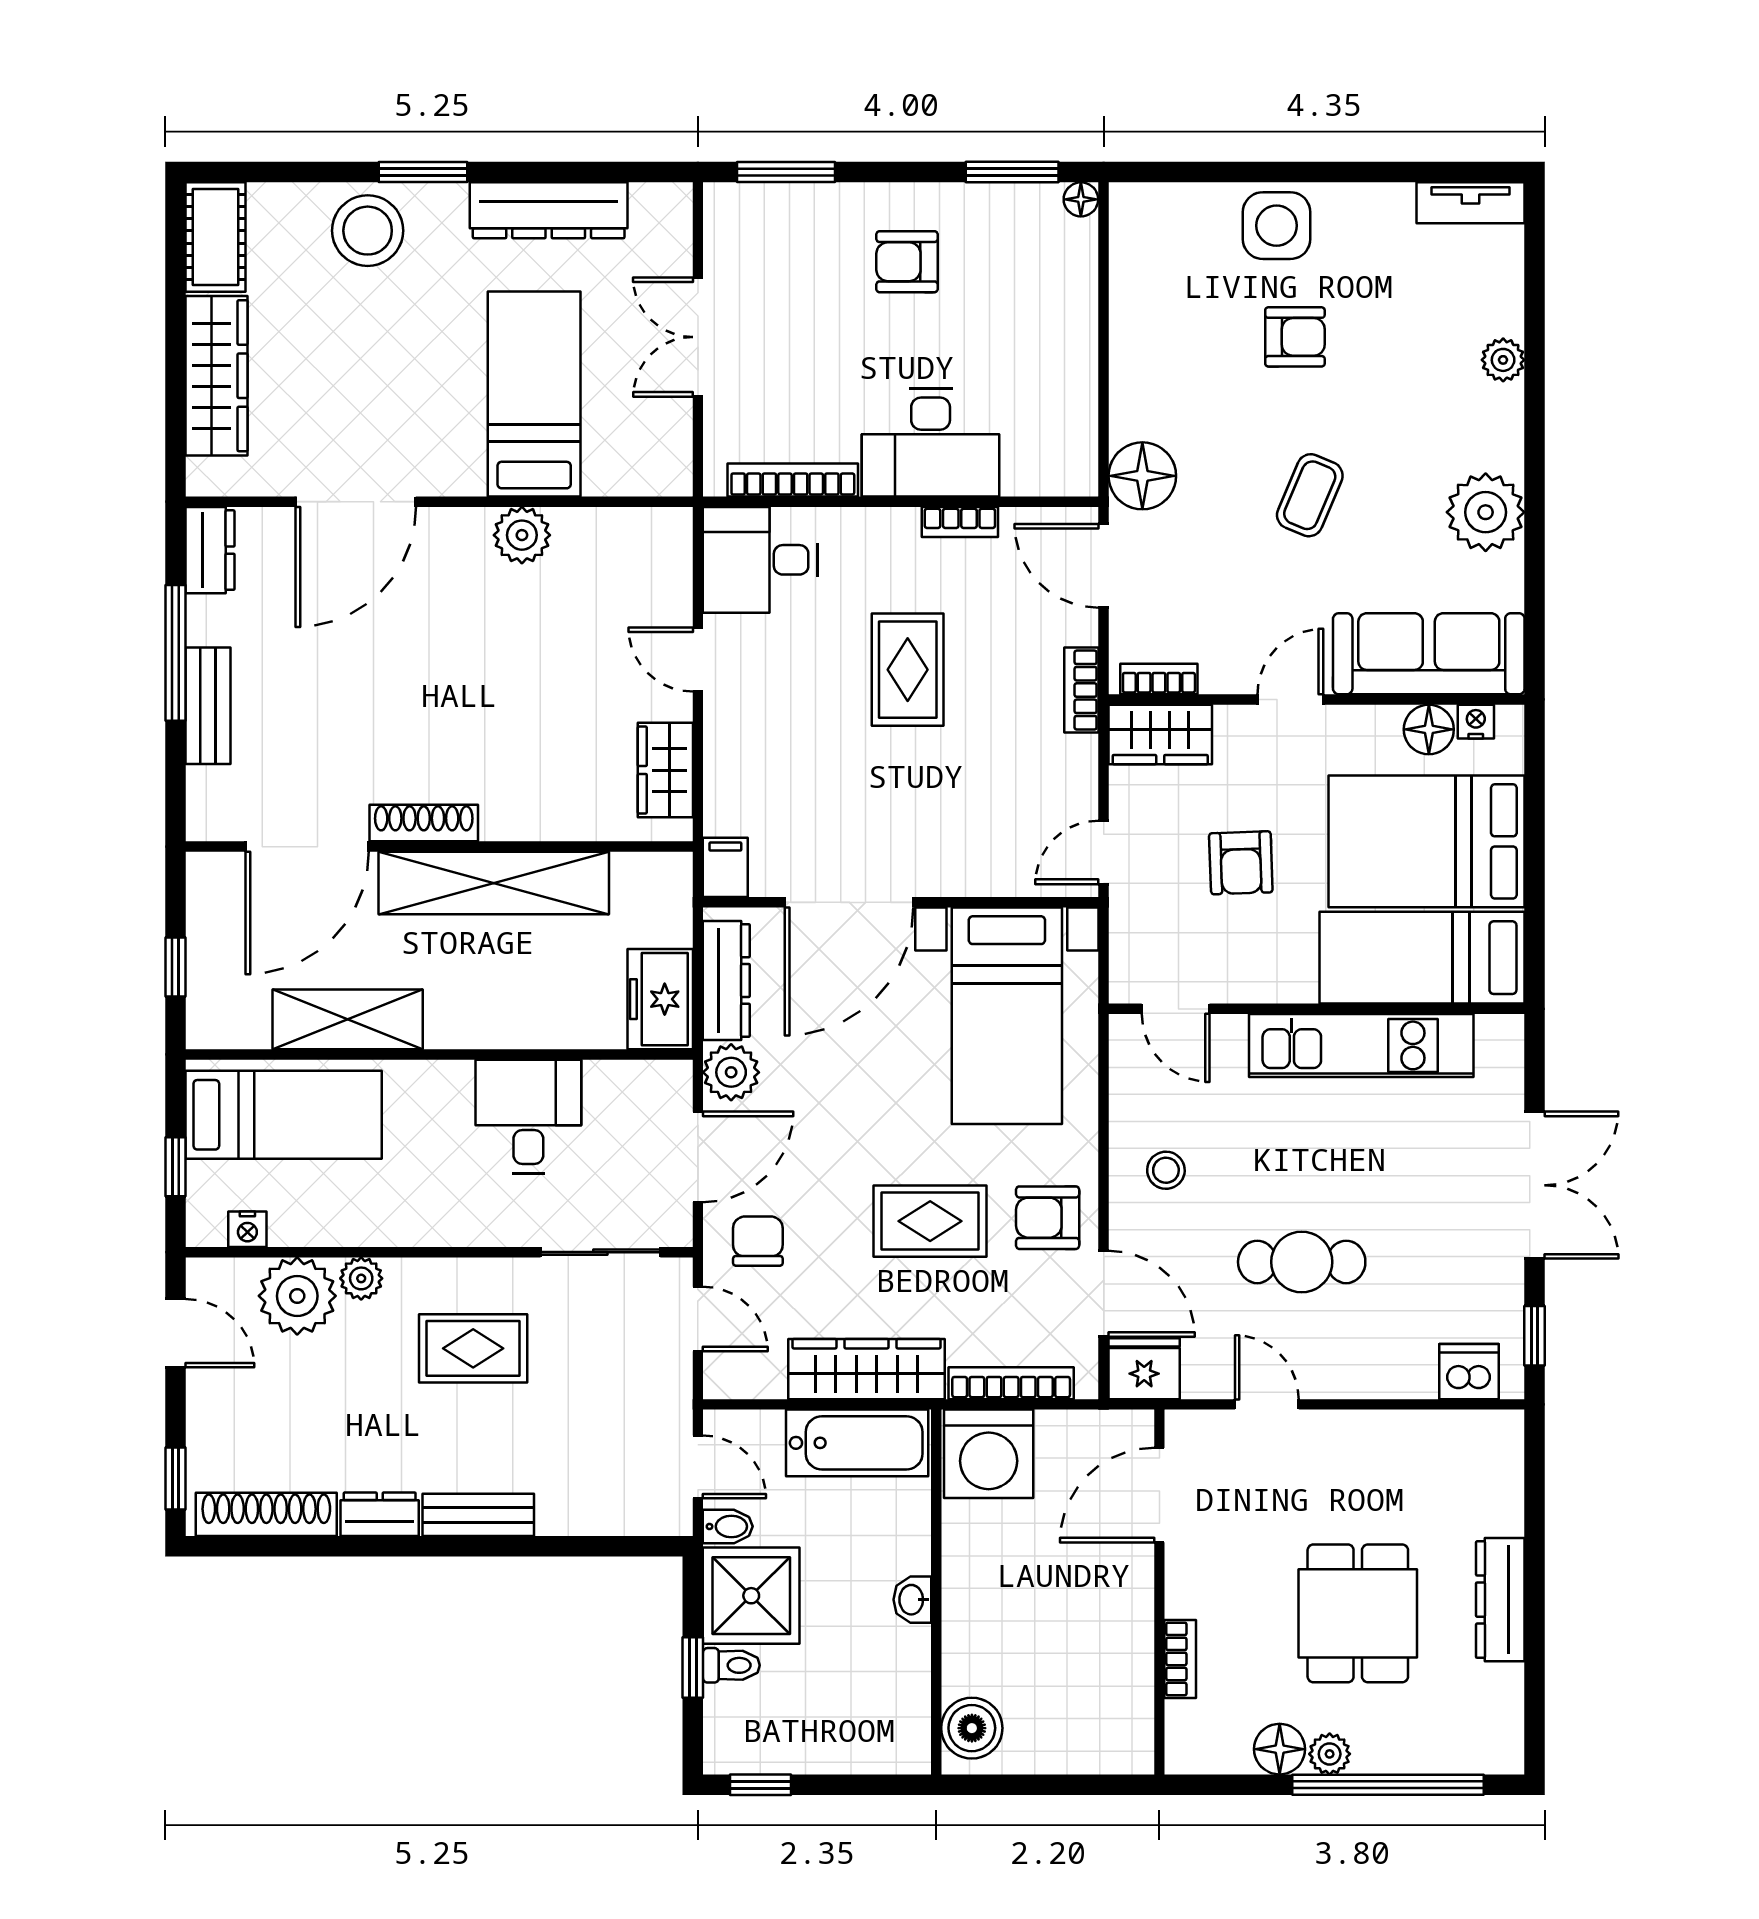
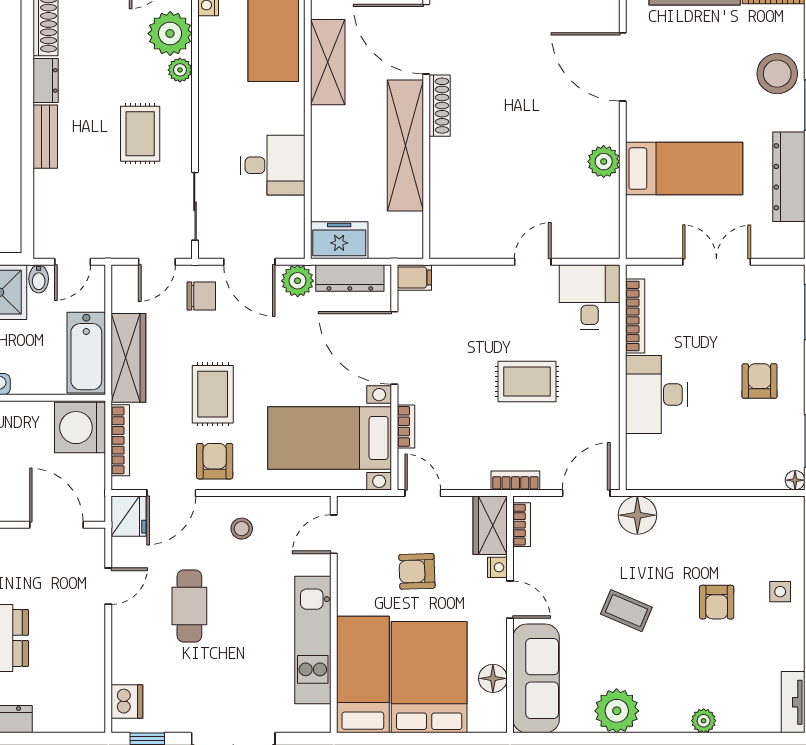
side table: (1277, 226) -> (780, 592), width x0.54, depth x0.54
bookcase: (960, 522) -> (406, 426), moved, turned 180
nightstand: (1476, 722) -> (497, 567), moved
wardrobe: (665, 770) -> (470, 243), removed

